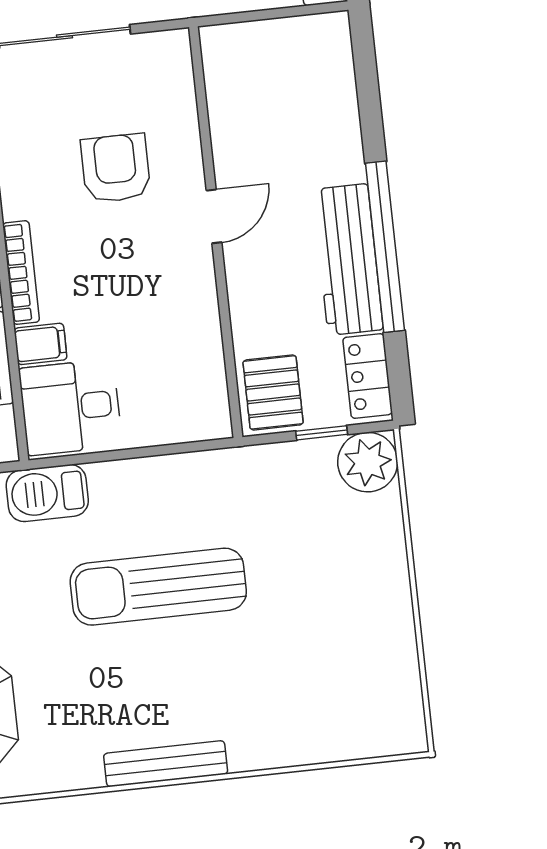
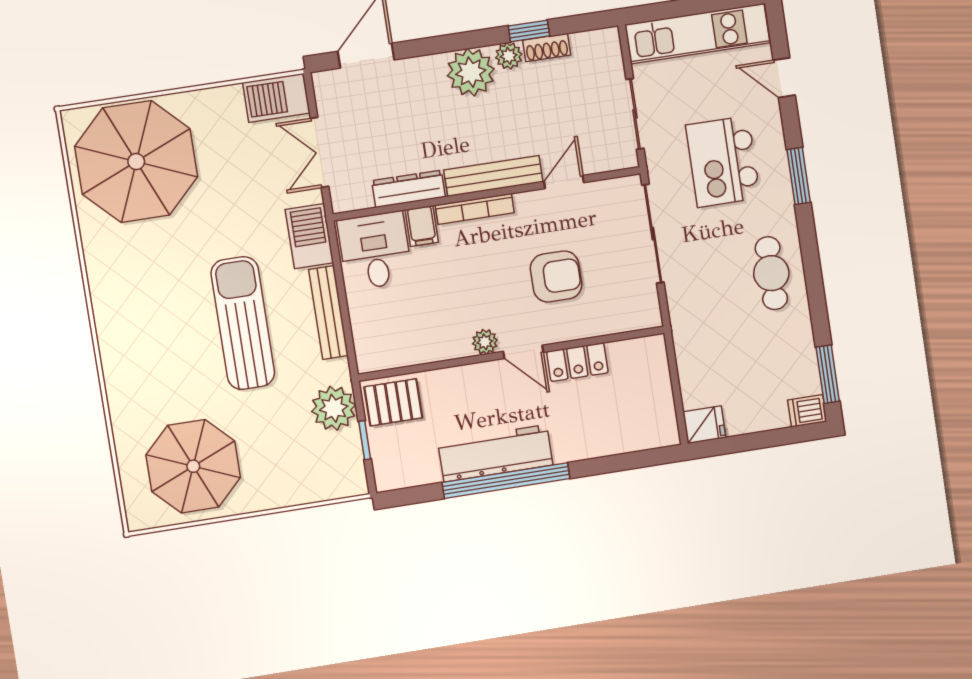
plant: (198, 267) -> (485, 342), added
locker: (368, 376) -> (577, 362), moved, turned 180
plant: (368, 462) -> (334, 408), moved
parasol: (345, 661) -> (193, 466), added
bench: (166, 764) -> (328, 313), moved

